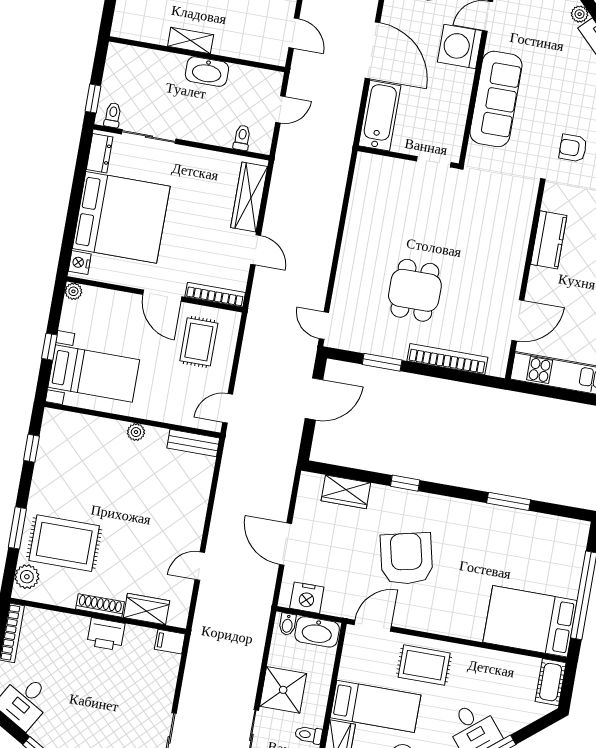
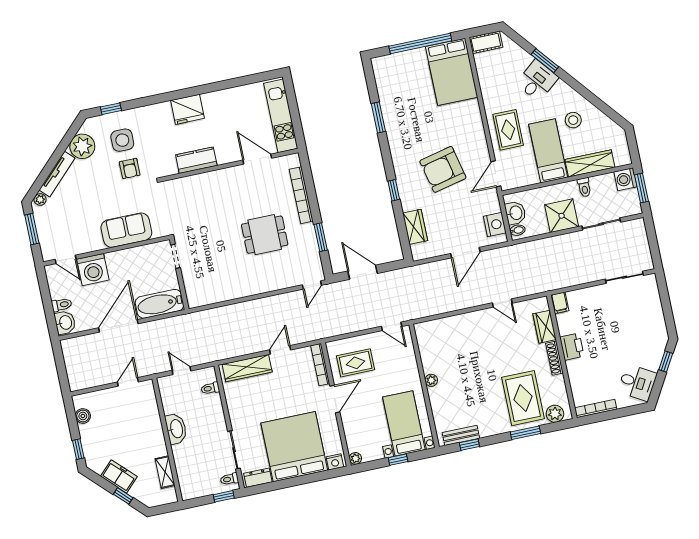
shelving: (191, 40) -> (165, 472), moved
sofa: (496, 99) -> (126, 230), width x0.73
bench: (193, 443) -> (461, 435), moved, turned 90
door: (373, 626) -> (496, 174), hinge flipped
washbasin: (317, 632) -> (515, 213), width x0.72

